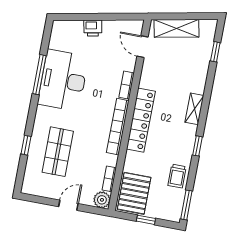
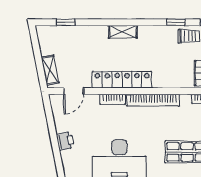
shelving: (176, 28) -> (50, 70), width x0.67, depth x0.75
locker: (141, 120) -> (122, 80), moved
window: (198, 146) -> (176, 22), moved

